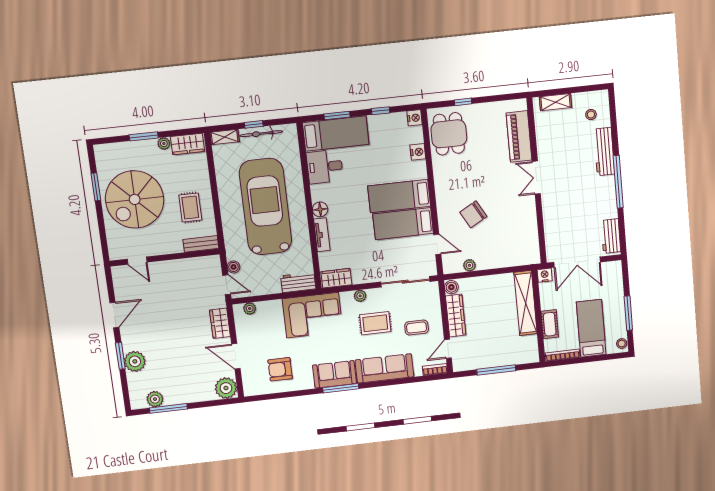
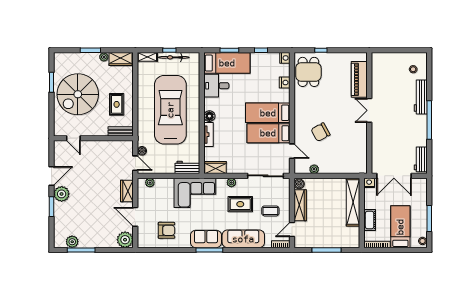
shelving: (555, 102) -> (388, 58), removed
plant: (135, 361) -> (62, 194), moved
armchair: (280, 369) -> (166, 230), turned 180

